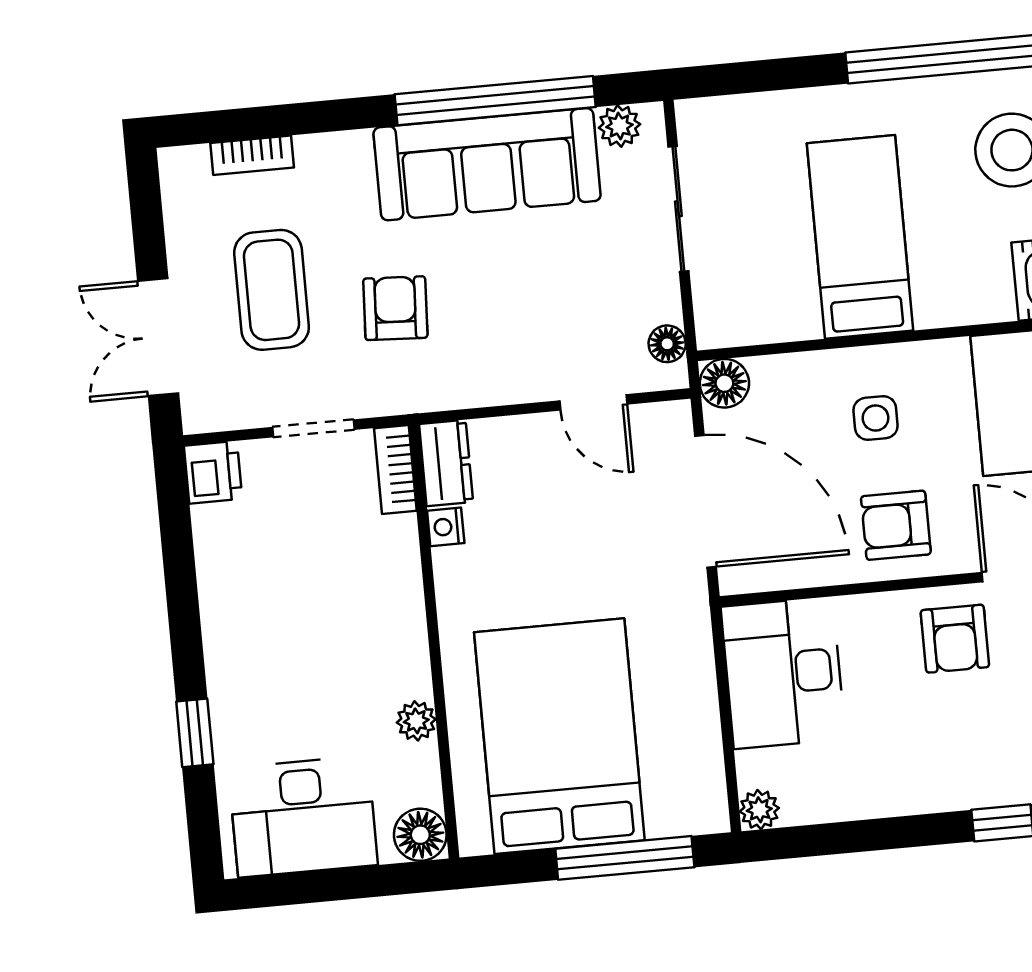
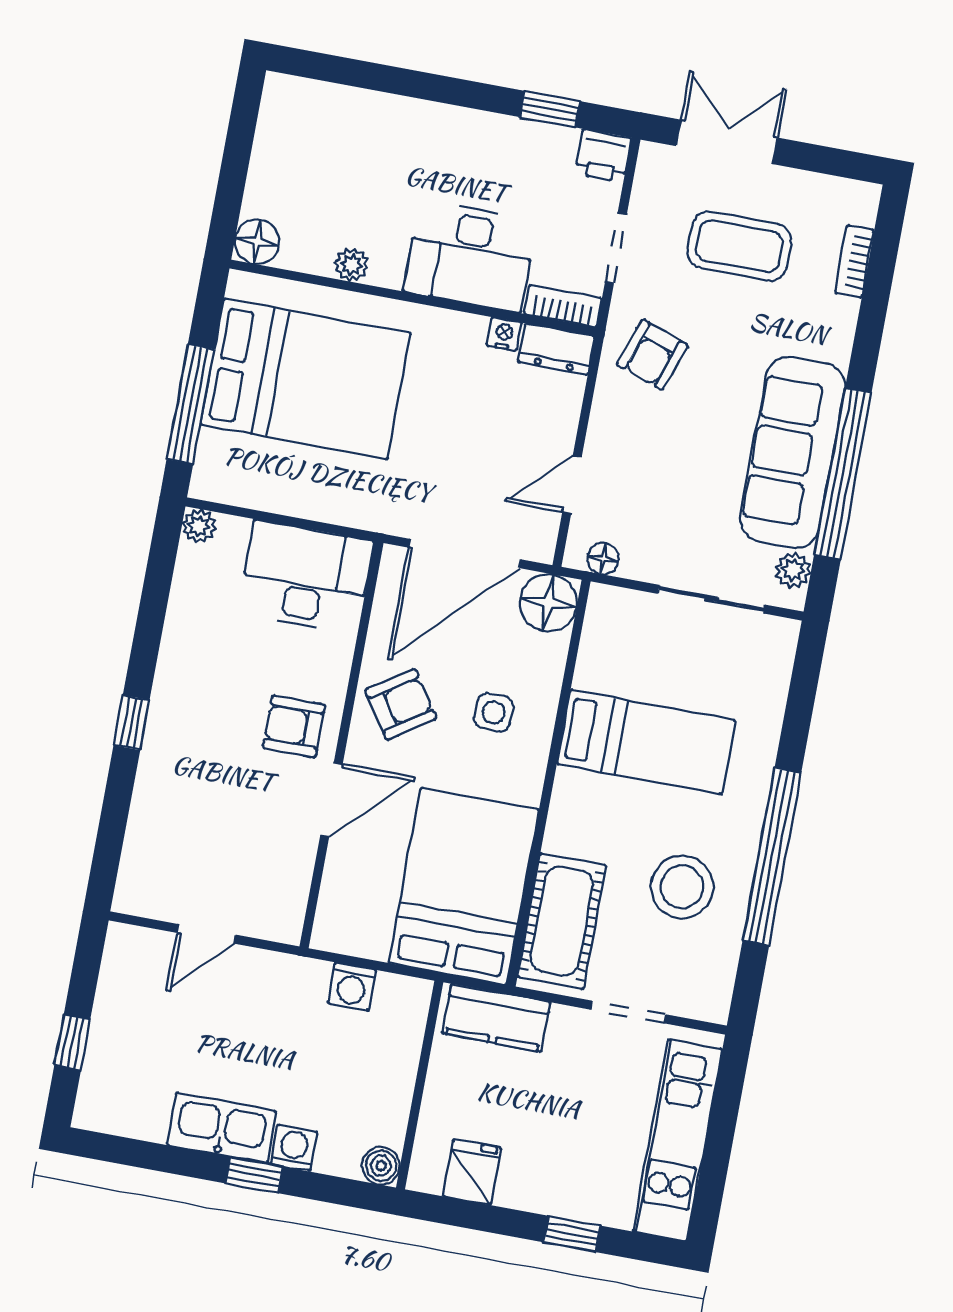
armchair: (395, 308) -> (652, 355), moved, turned 106
floor lamp: (724, 383) -> (548, 603), width x1.38, depth x1.38
armchair: (896, 525) -> (401, 704), turned 56
window: (195, 733) -> (550, 109), moved
desk: (303, 817) -> (470, 256), moved, turned -90

